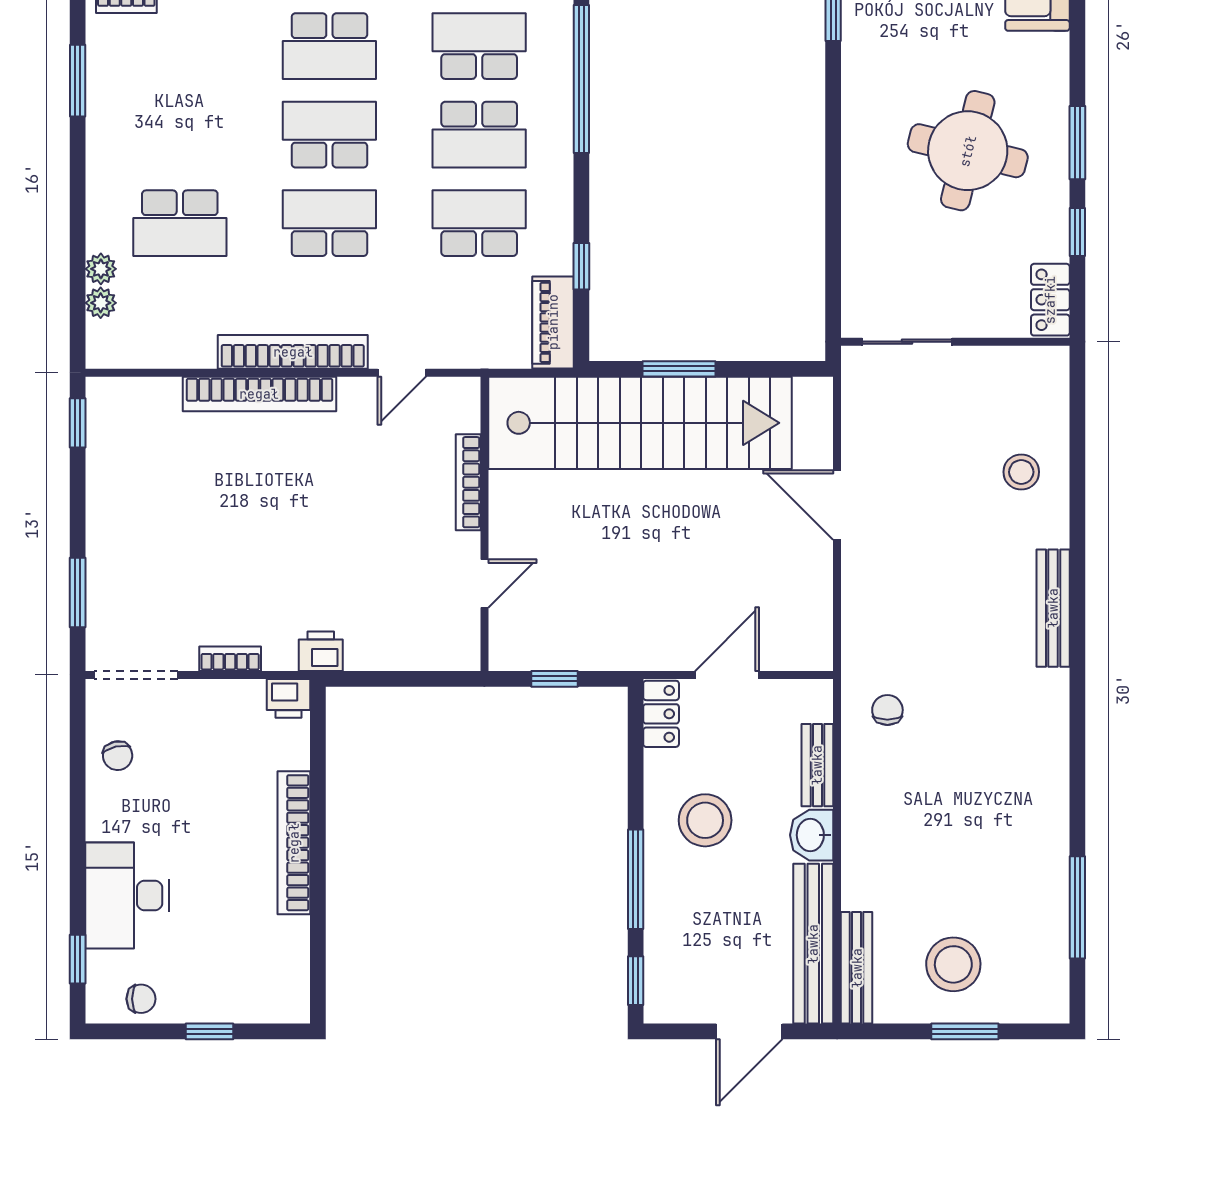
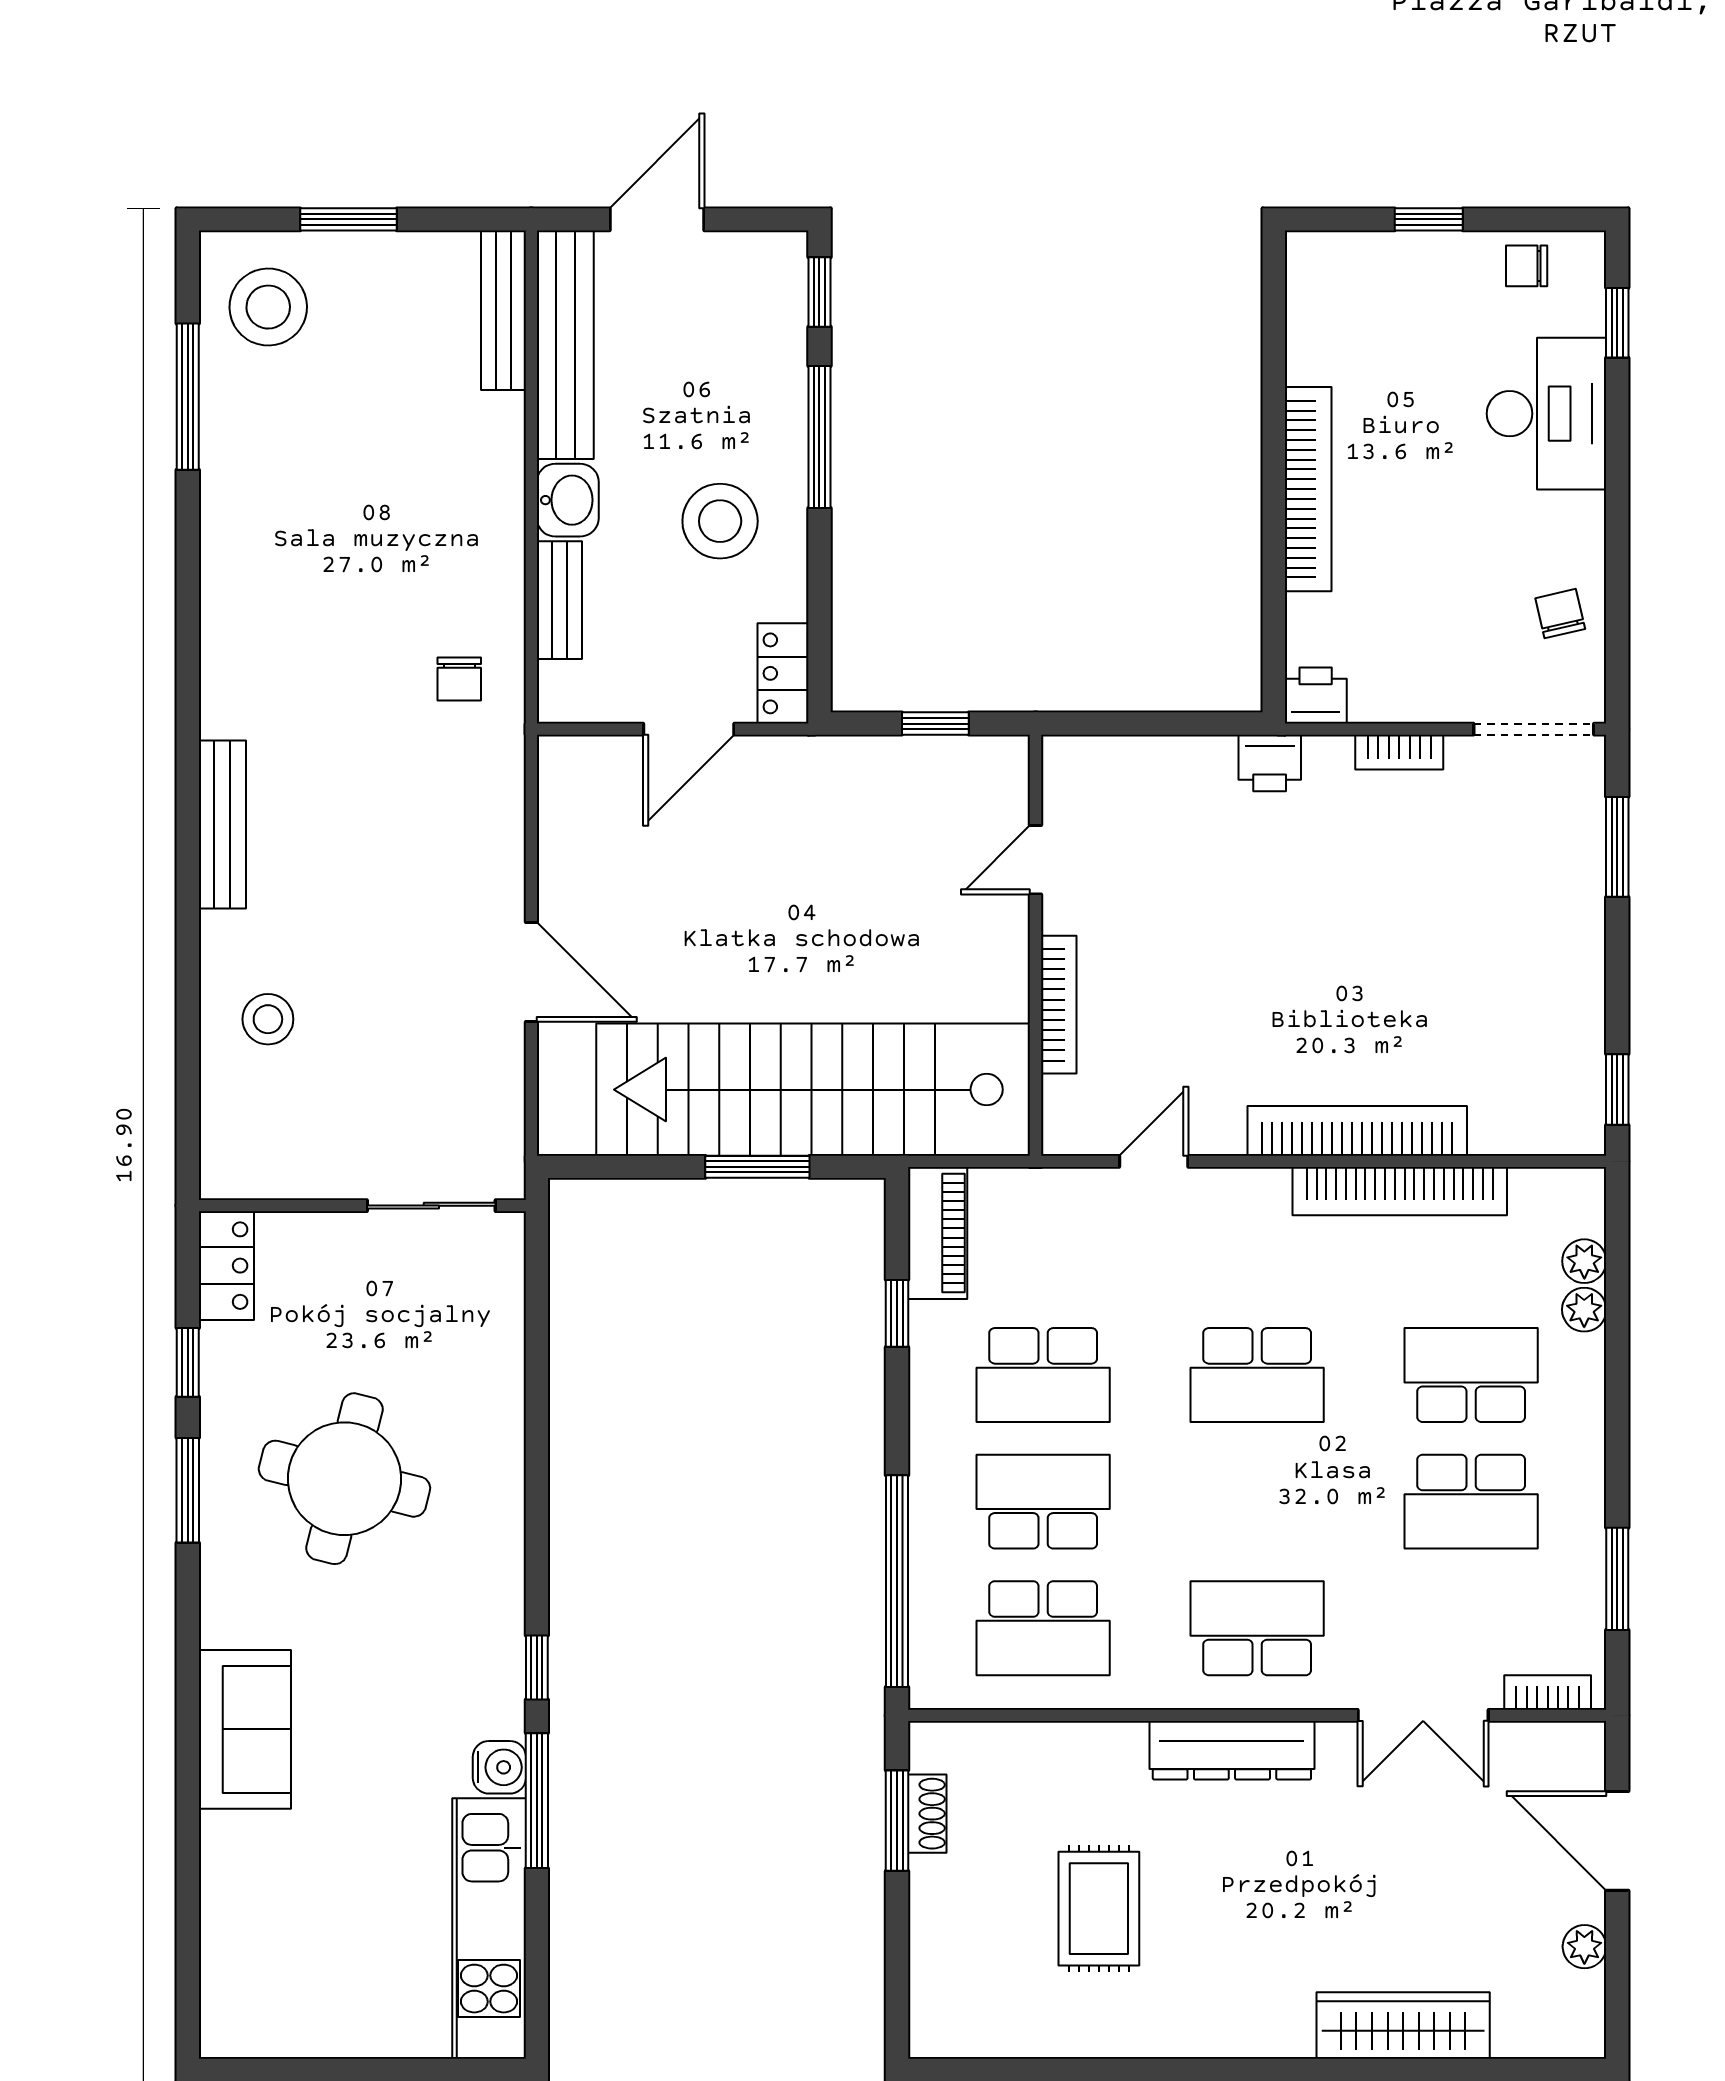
school desk: (329, 135) -> (1471, 1502), moved
bookcase: (293, 352) -> (1400, 1191), moved
stool: (953, 964) -> (268, 307), moved

